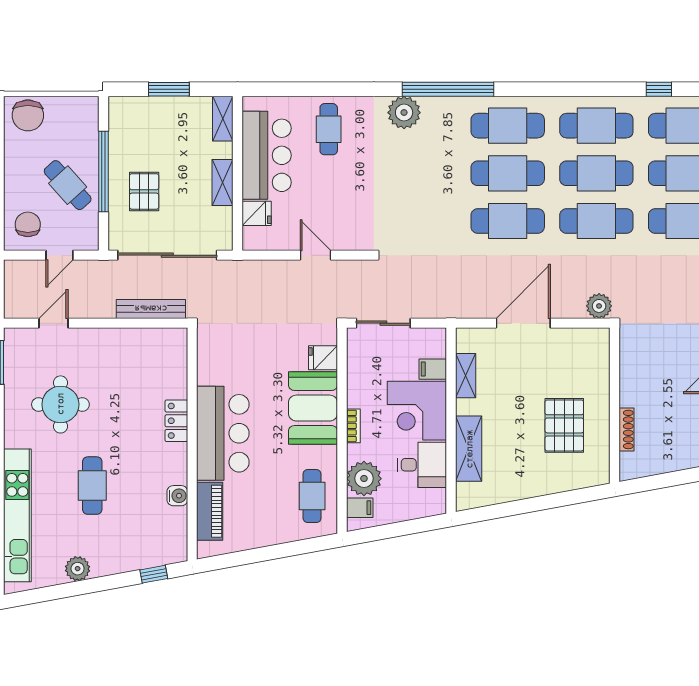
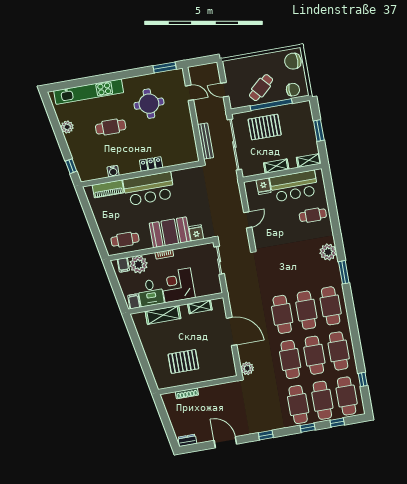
window: (448, 89) -> (344, 272), width x0.47
pallet: (144, 191) -> (265, 127), width x1.50, depth x1.42
chair: (28, 224) -> (293, 90), moved
filing cabinet: (433, 369) -> (134, 301), moved

